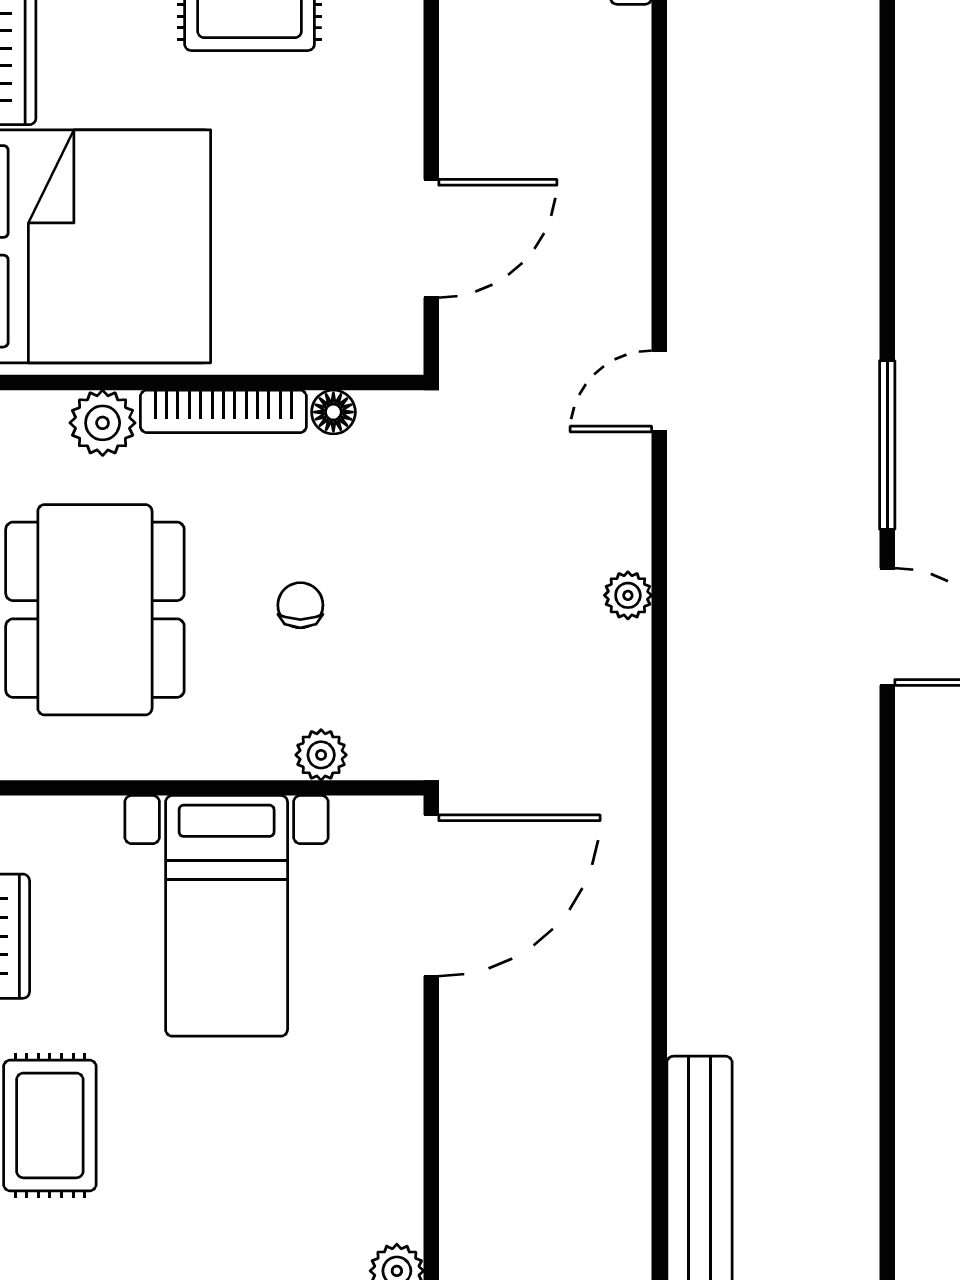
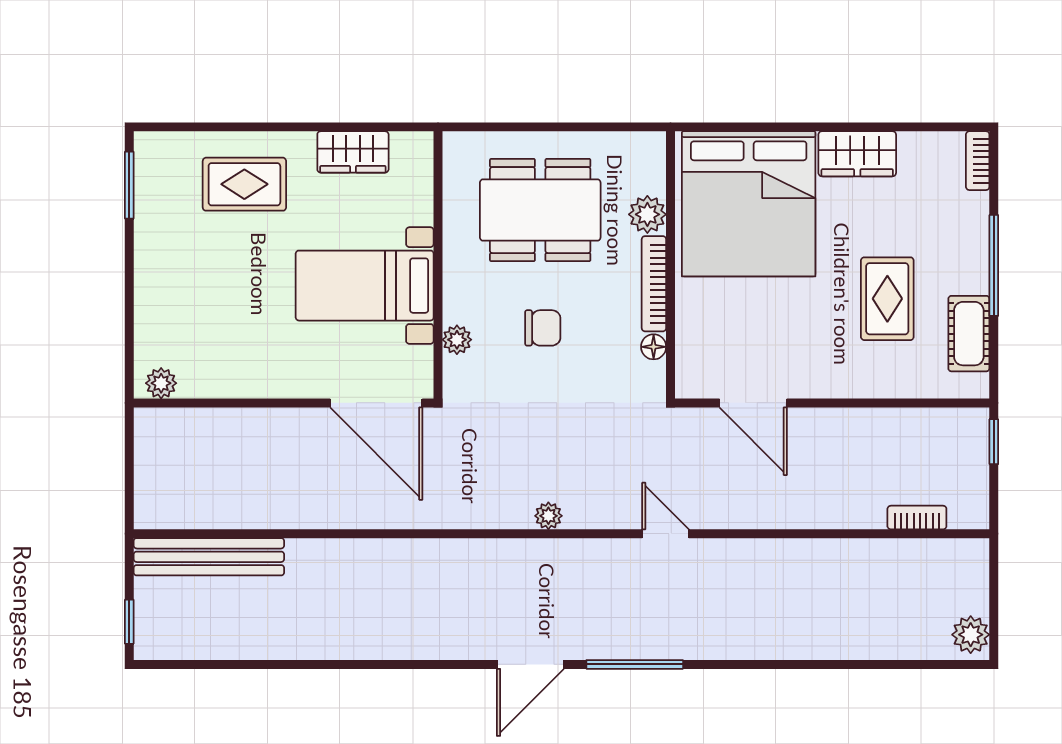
chair: (300, 605) -> (543, 328), width x1.37, depth x1.37

